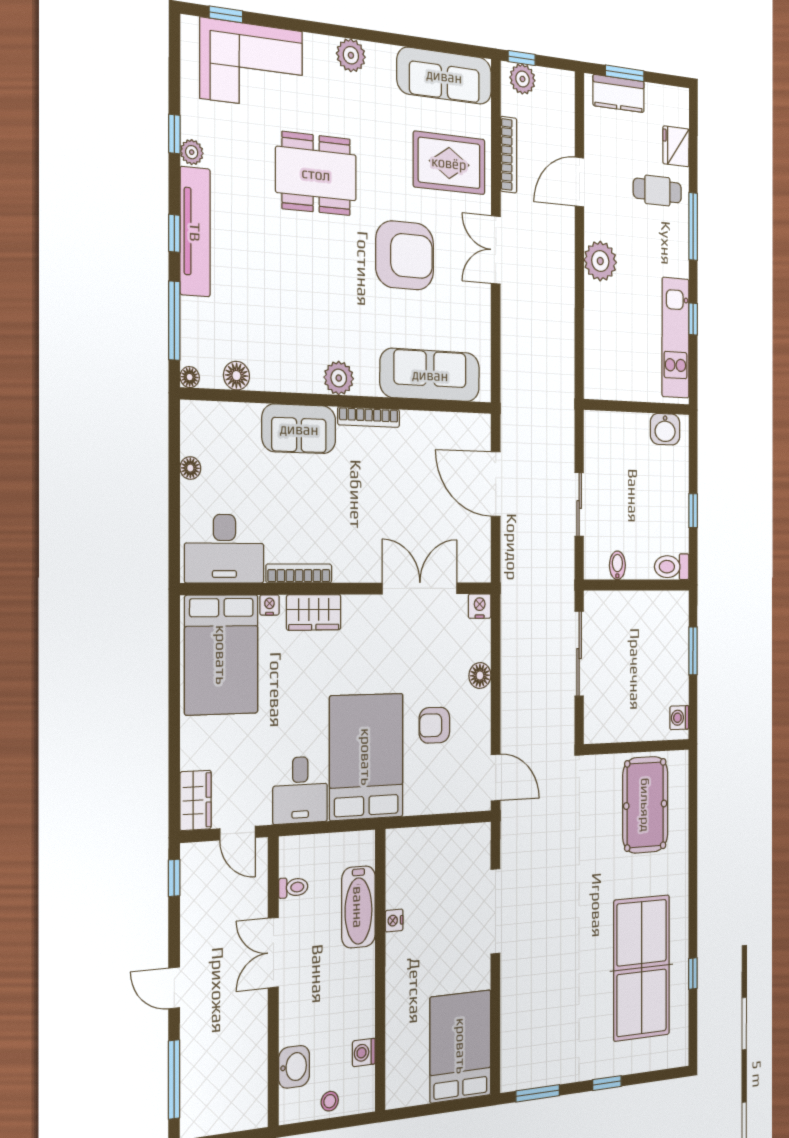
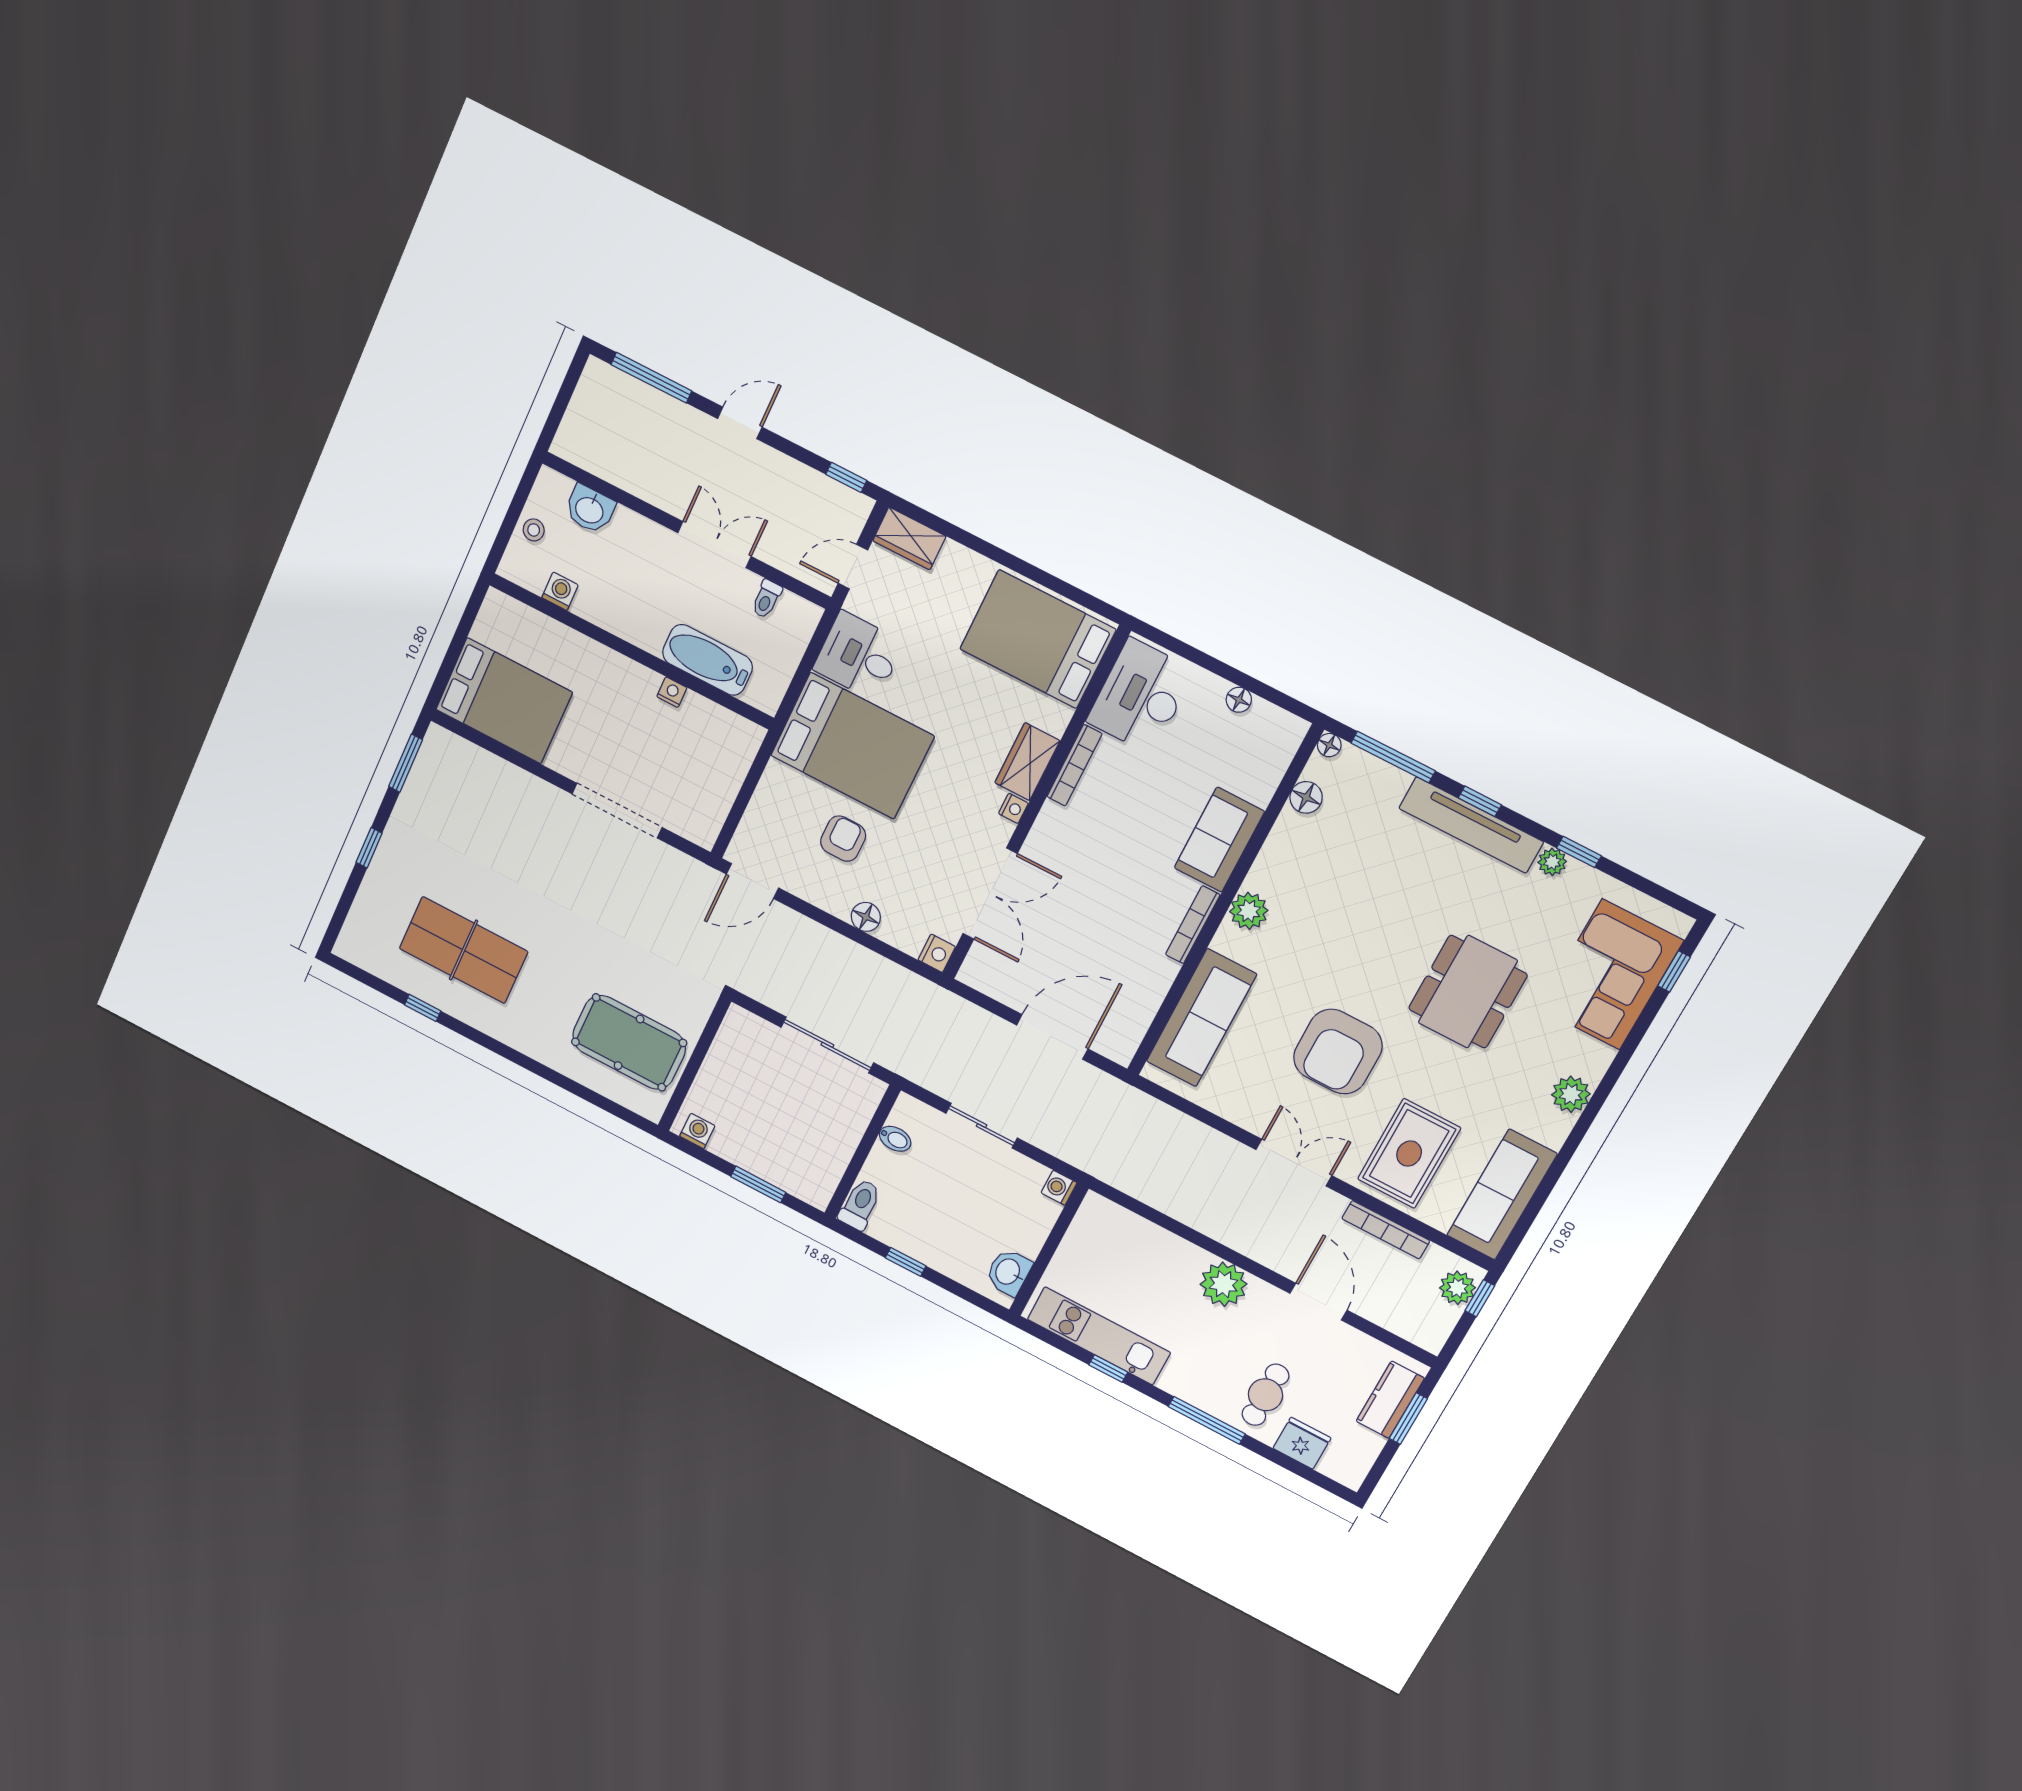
washing machine: (593, 422) -> (1059, 1188), added
nightstand: (269, 605) -> (1013, 808), moved
table tennis table: (642, 968) -> (464, 950), width x0.73, depth x0.76

